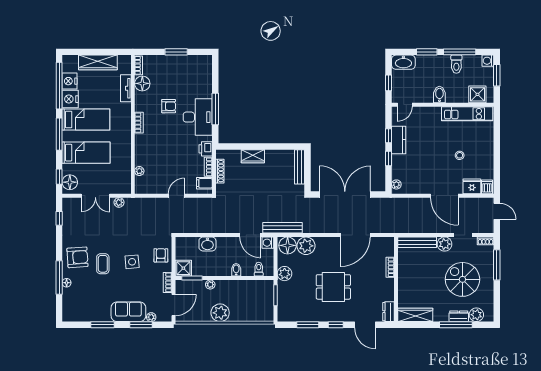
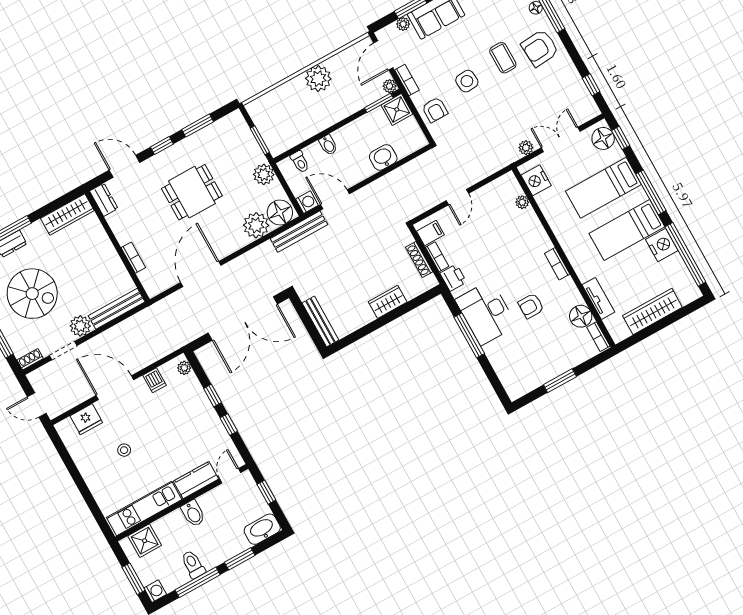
nightstand: (70, 81) -> (536, 180), moved, turned 180
kitchen counter: (399, 140) -> (196, 480), moved, turned 90
dishwasher: (487, 187) -> (155, 380), moved
plant: (210, 285) -> (390, 86), moved

